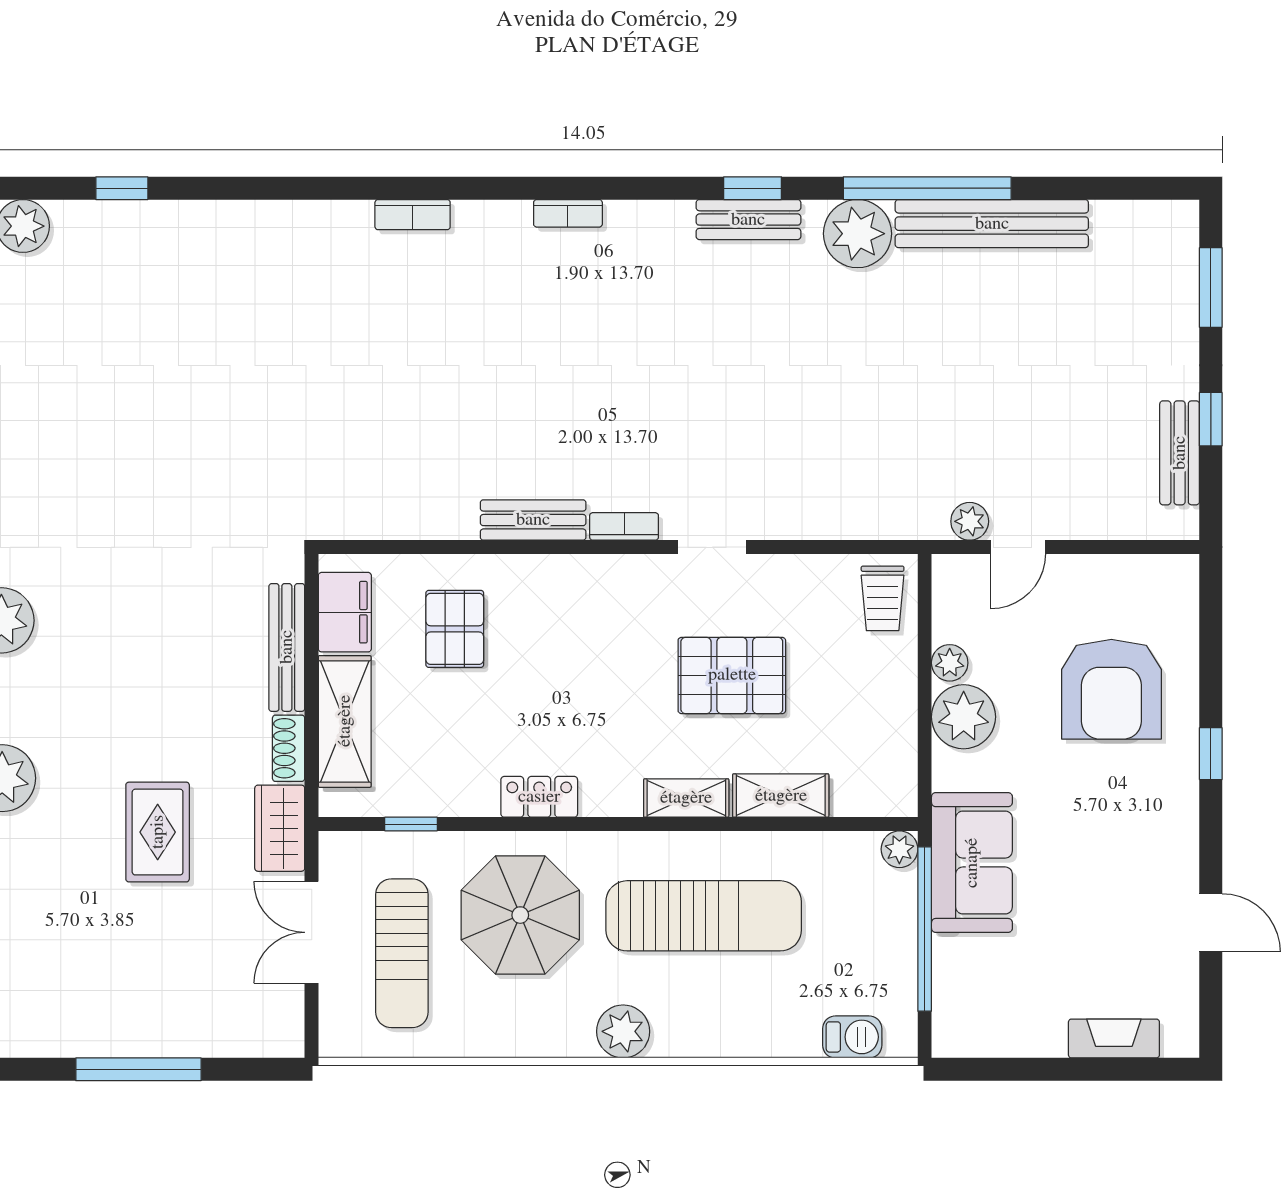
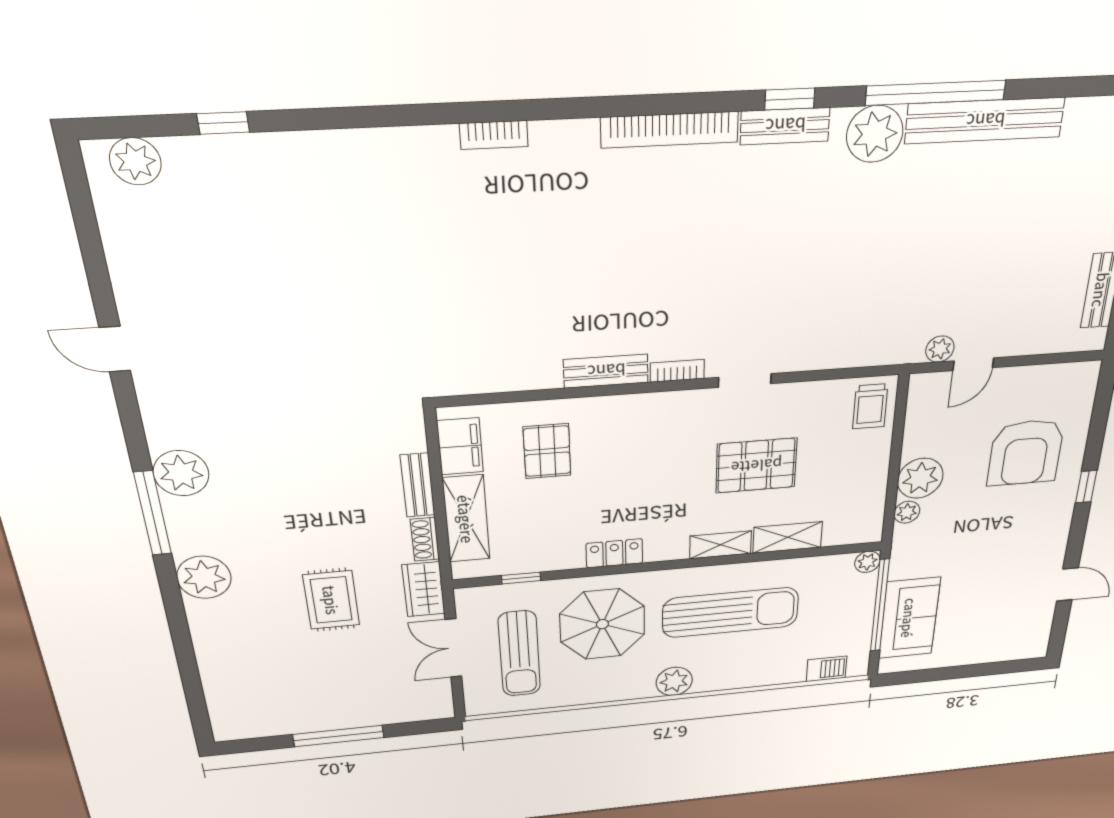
bookcase: (568, 213) -> (670, 130), width x2.31, depth x1.31
bench: (287, 647) -> (418, 485), width x0.73
plant: (950, 663) -> (907, 512), moved
sofa: (972, 863) -> (909, 618), moved
fireplace: (1114, 1038) -> (995, 653), removed

